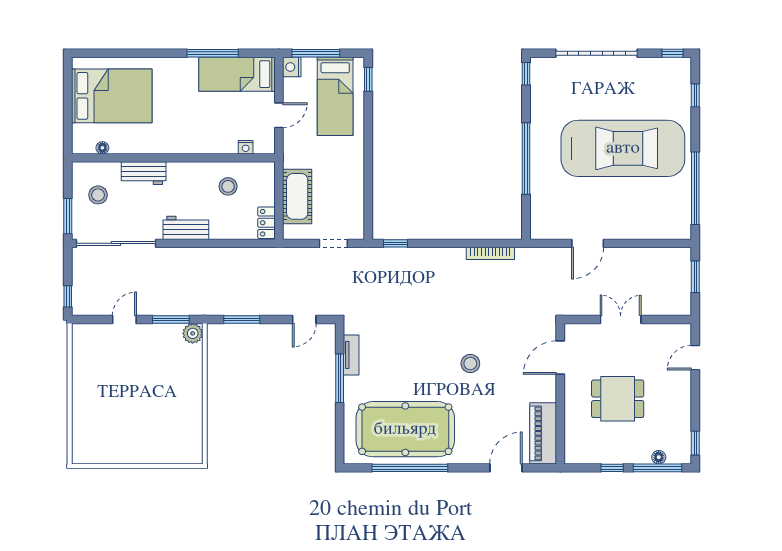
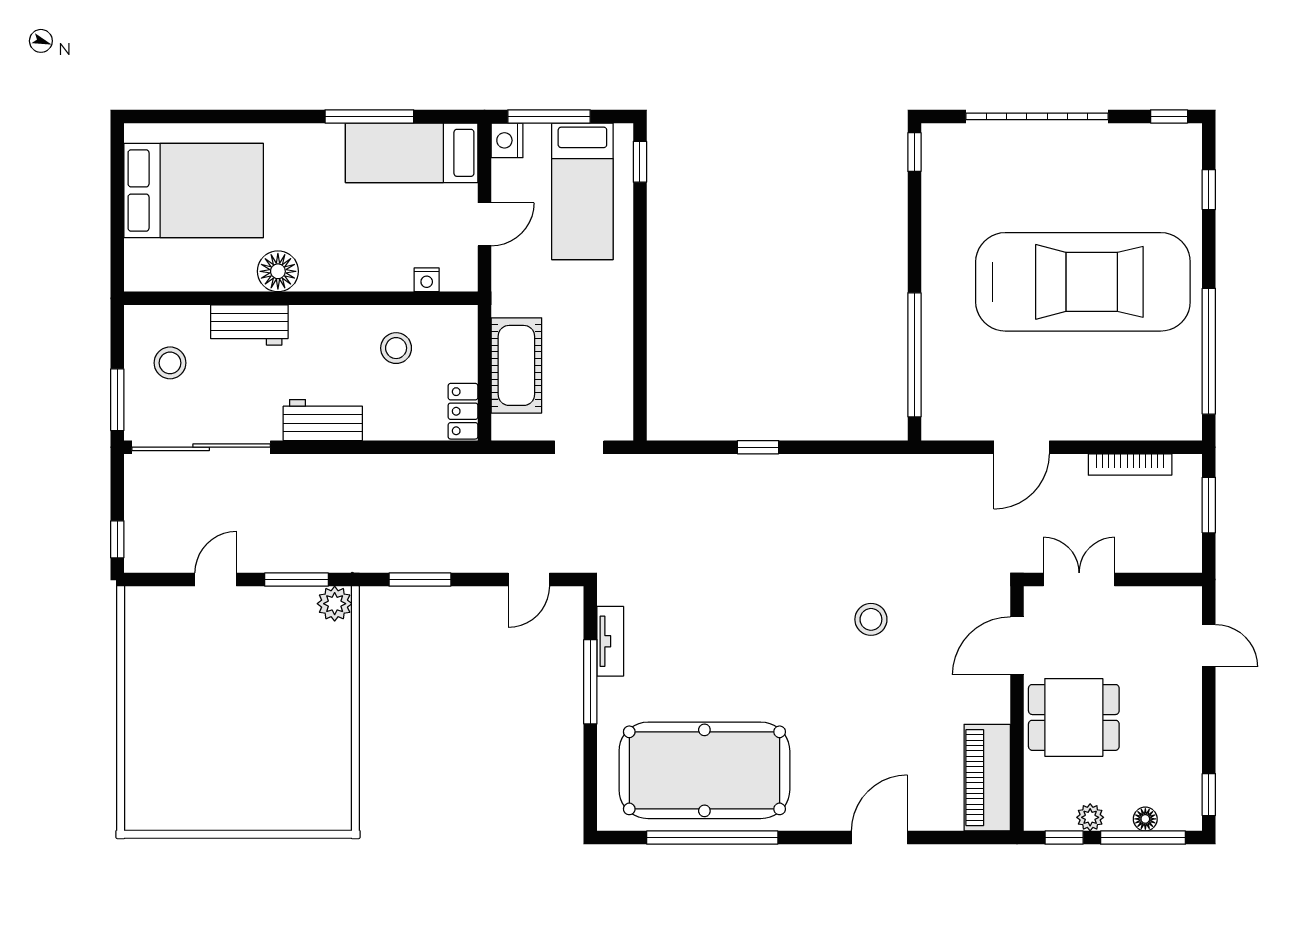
floor lamp: (102, 148) -> (278, 271), moved, width x1.89, depth x1.89
window: (526, 159) -> (914, 355), moved
window: (396, 243) -> (758, 447), moved
bookcase: (490, 253) -> (1130, 465), moved
door: (560, 358) -> (1017, 646), moved
door: (695, 358) -> (1209, 646), swing flipped
stool: (470, 364) -> (871, 619), moved
wall: (560, 394) -> (1017, 709), moved
piano: (543, 433) -> (987, 778), moved
plant: (627, 456) -> (1090, 817), added

